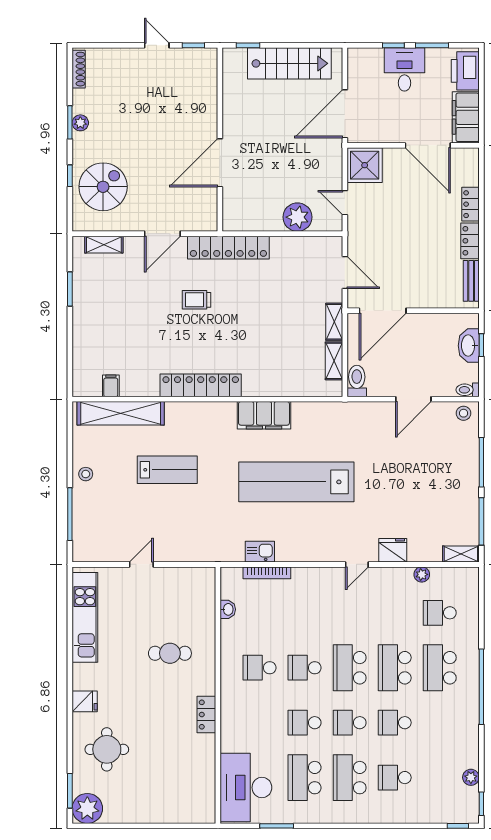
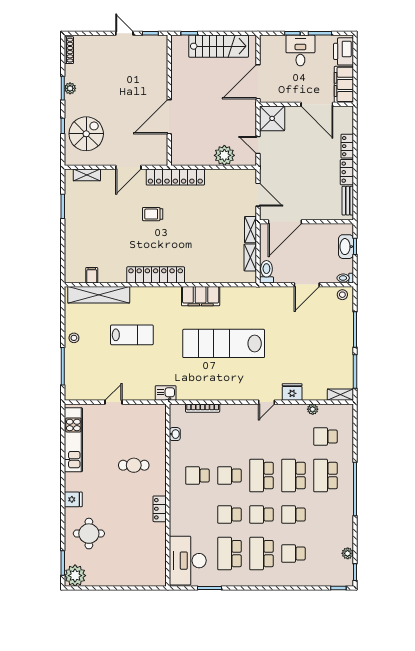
kitchen sink: (260, 552) -> (166, 393), moved

